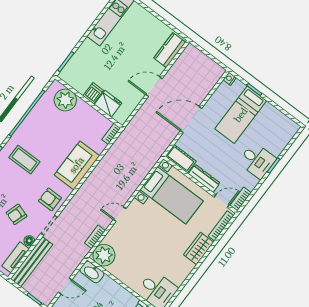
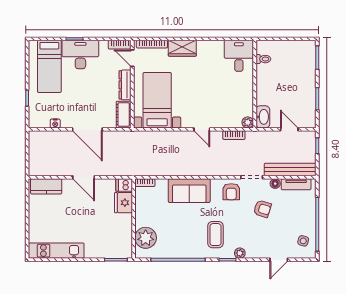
nightstand: (230, 79) -> (55, 123), moved
dishwasher: (93, 93) -> (124, 185), moved
bed: (241, 115) -> (49, 66), moved, turned 90
desk: (257, 161) -> (80, 55), width x1.37
plant: (104, 255) -> (248, 122), width x0.53, depth x0.53

